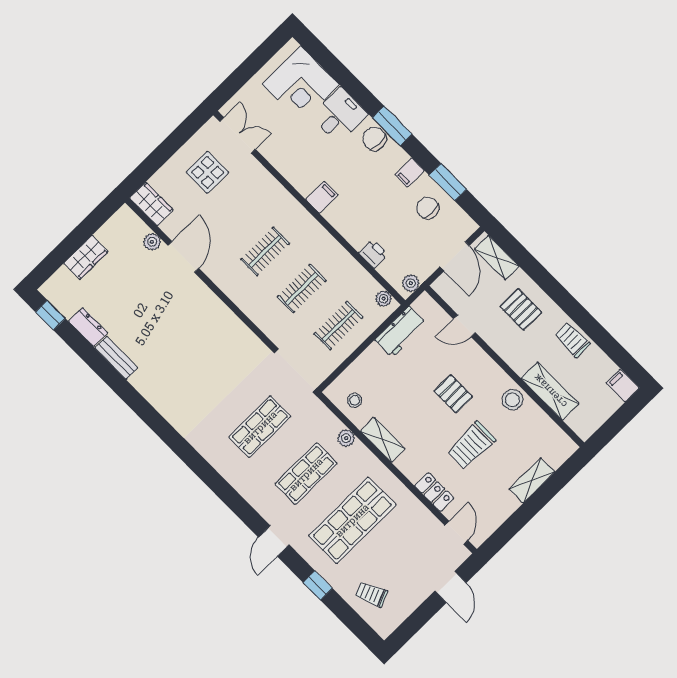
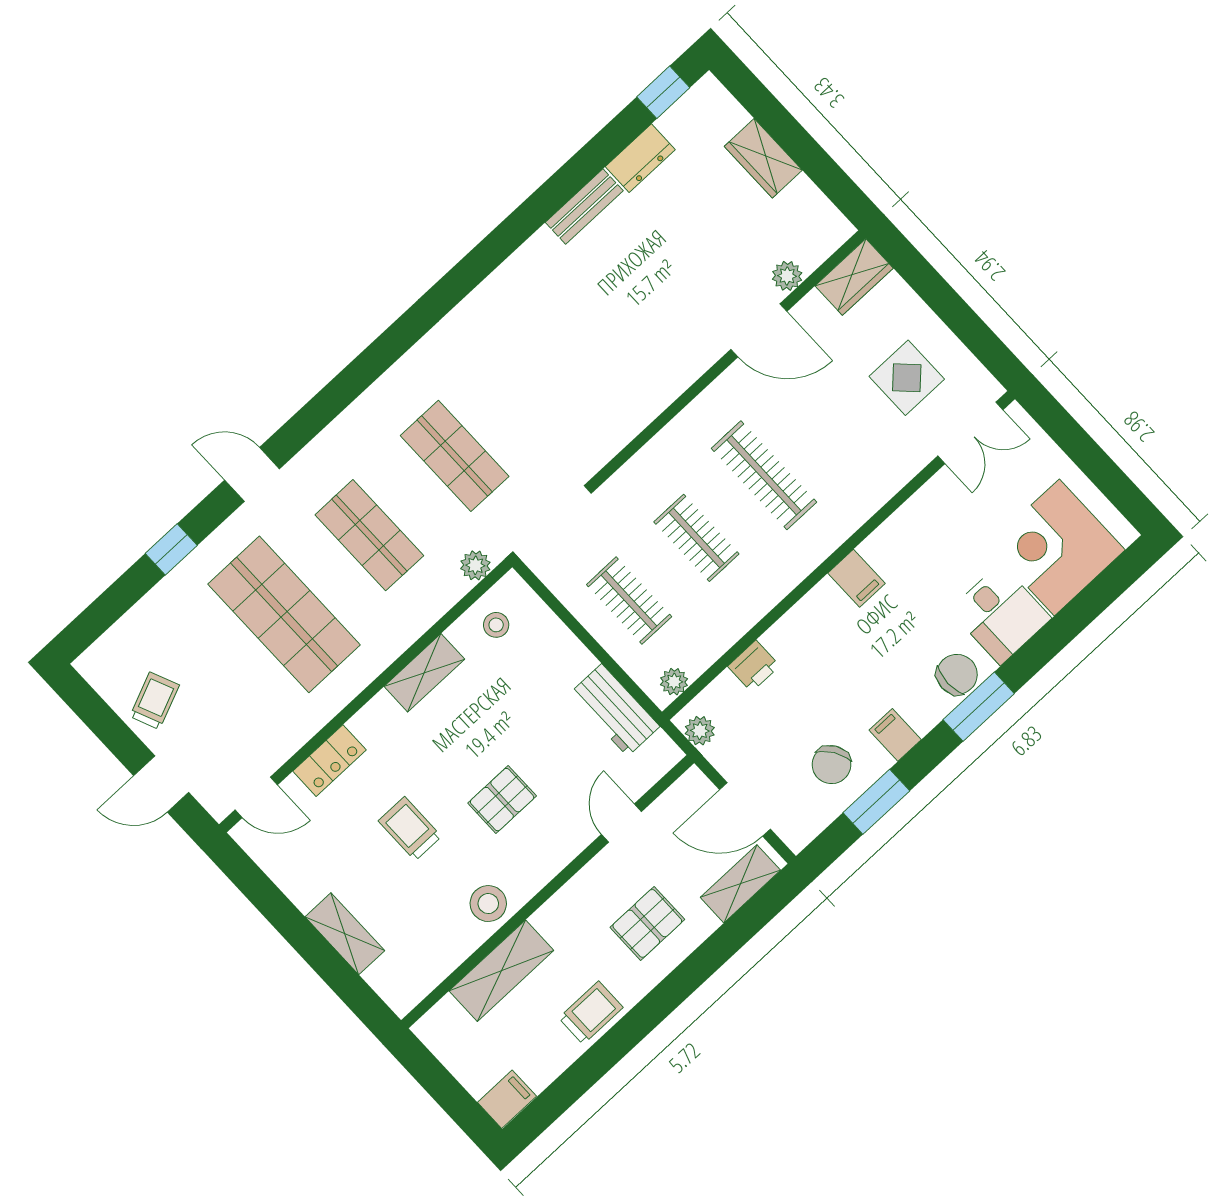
chair: (428, 208) -> (831, 765), turned 147
clothes rail: (265, 251) -> (764, 475), width x1.36
plant: (346, 438) -> (475, 565), moved
trolley: (471, 445) -> (410, 829), width x0.73, depth x0.72
trolley: (371, 594) -> (155, 701), moved

